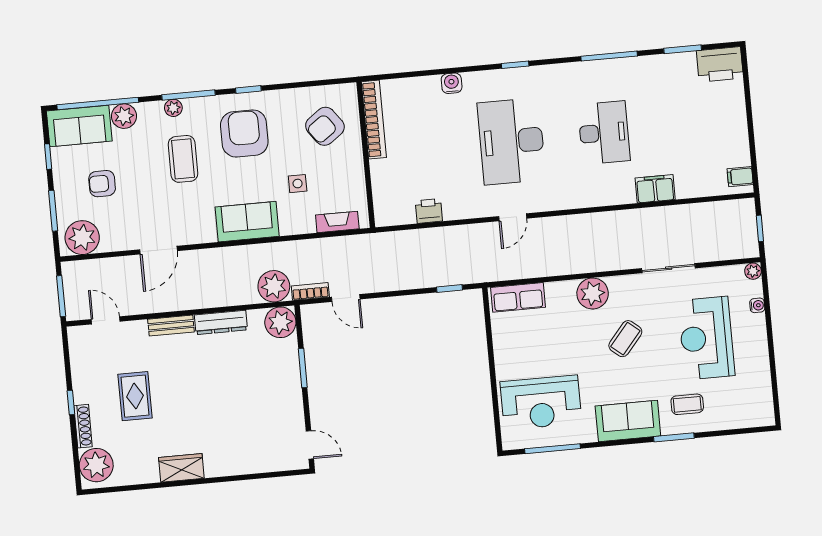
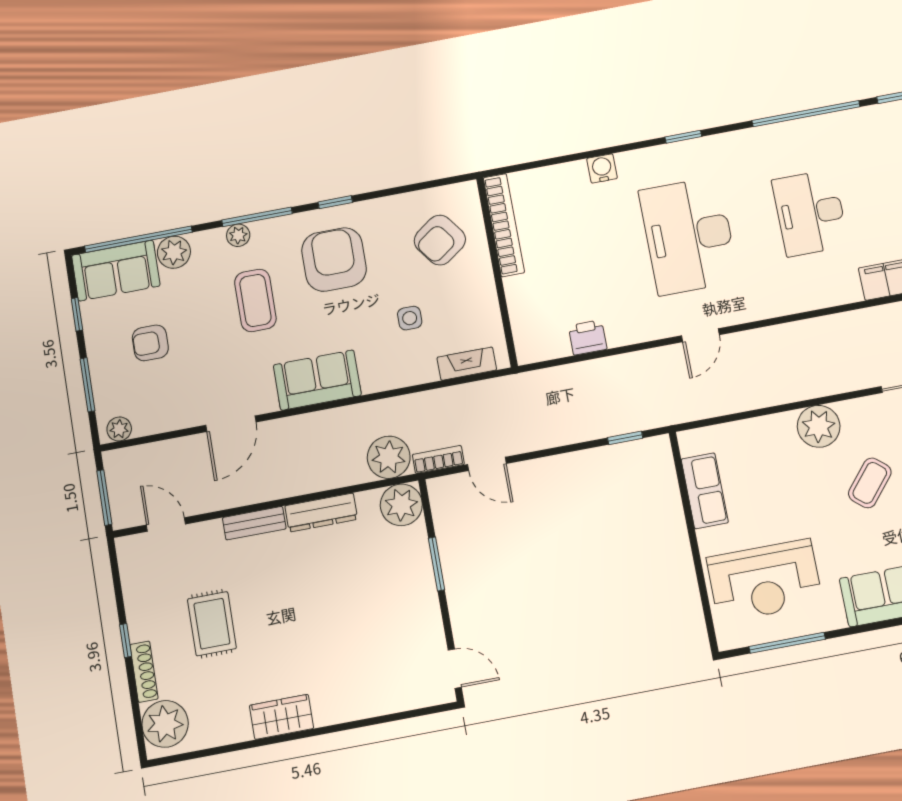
window: (609, 56) -> (806, 114), width x1.46
desk: (604, 133) -> (810, 213), turned 180
sofa: (247, 222) -> (317, 380), moved
plant: (82, 238) -> (119, 429), width x0.53, depth x0.53
row of seats: (518, 297) -> (705, 491), moved, turned -90

